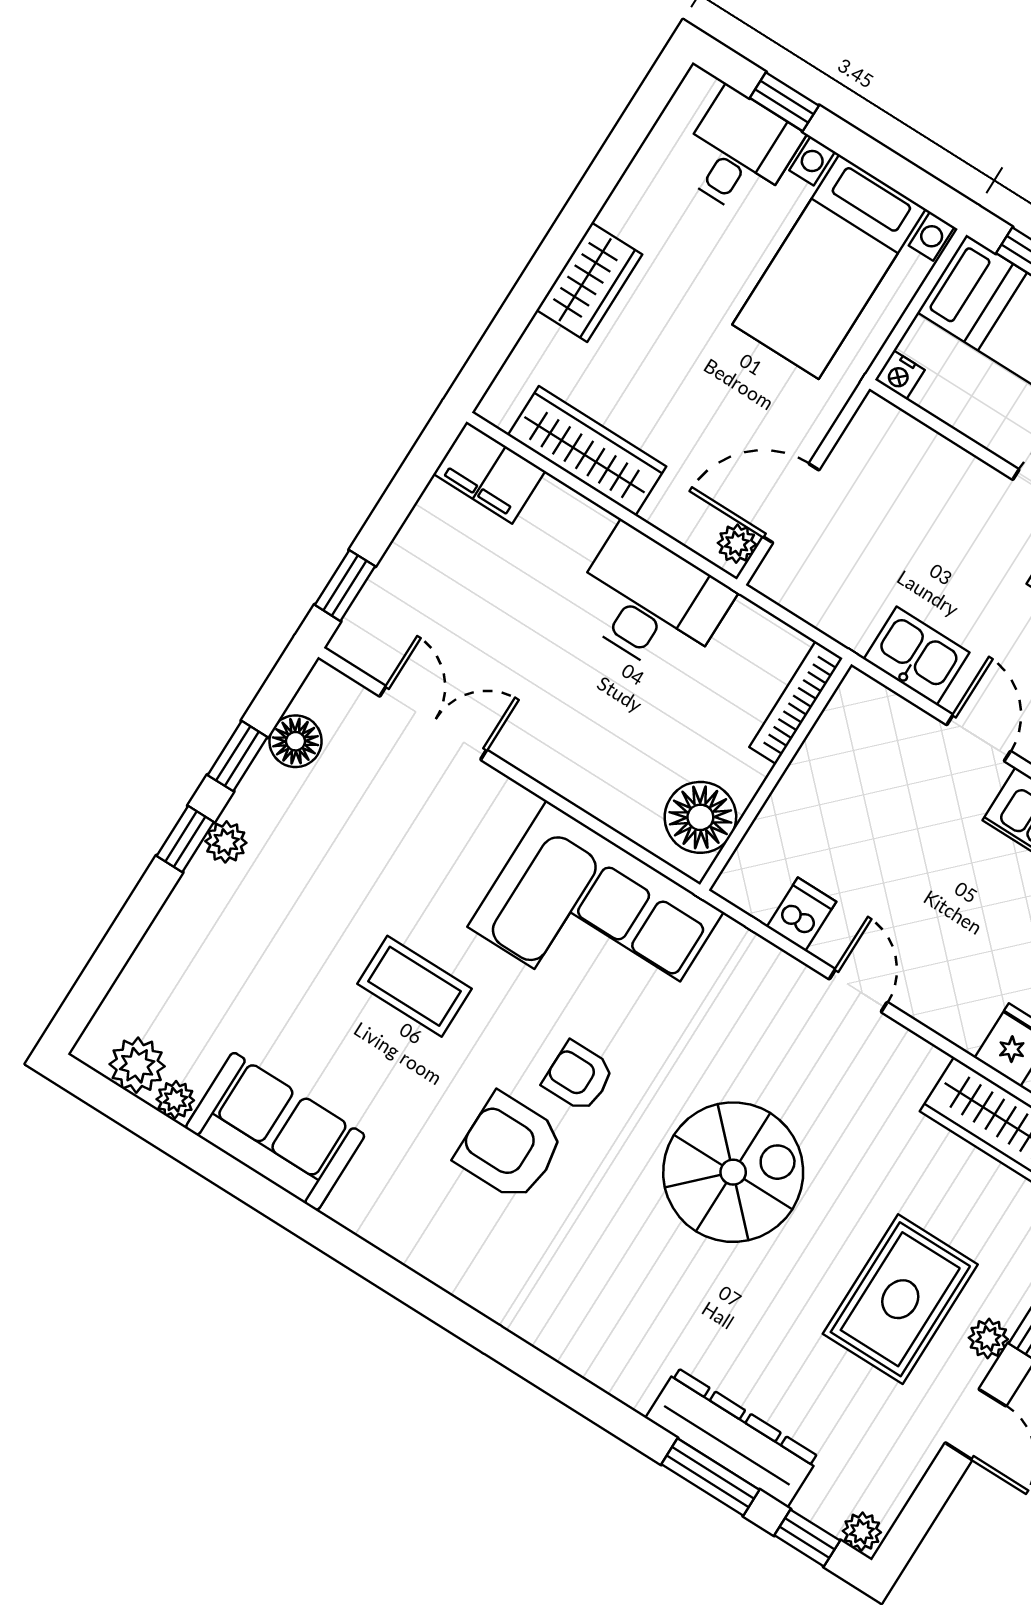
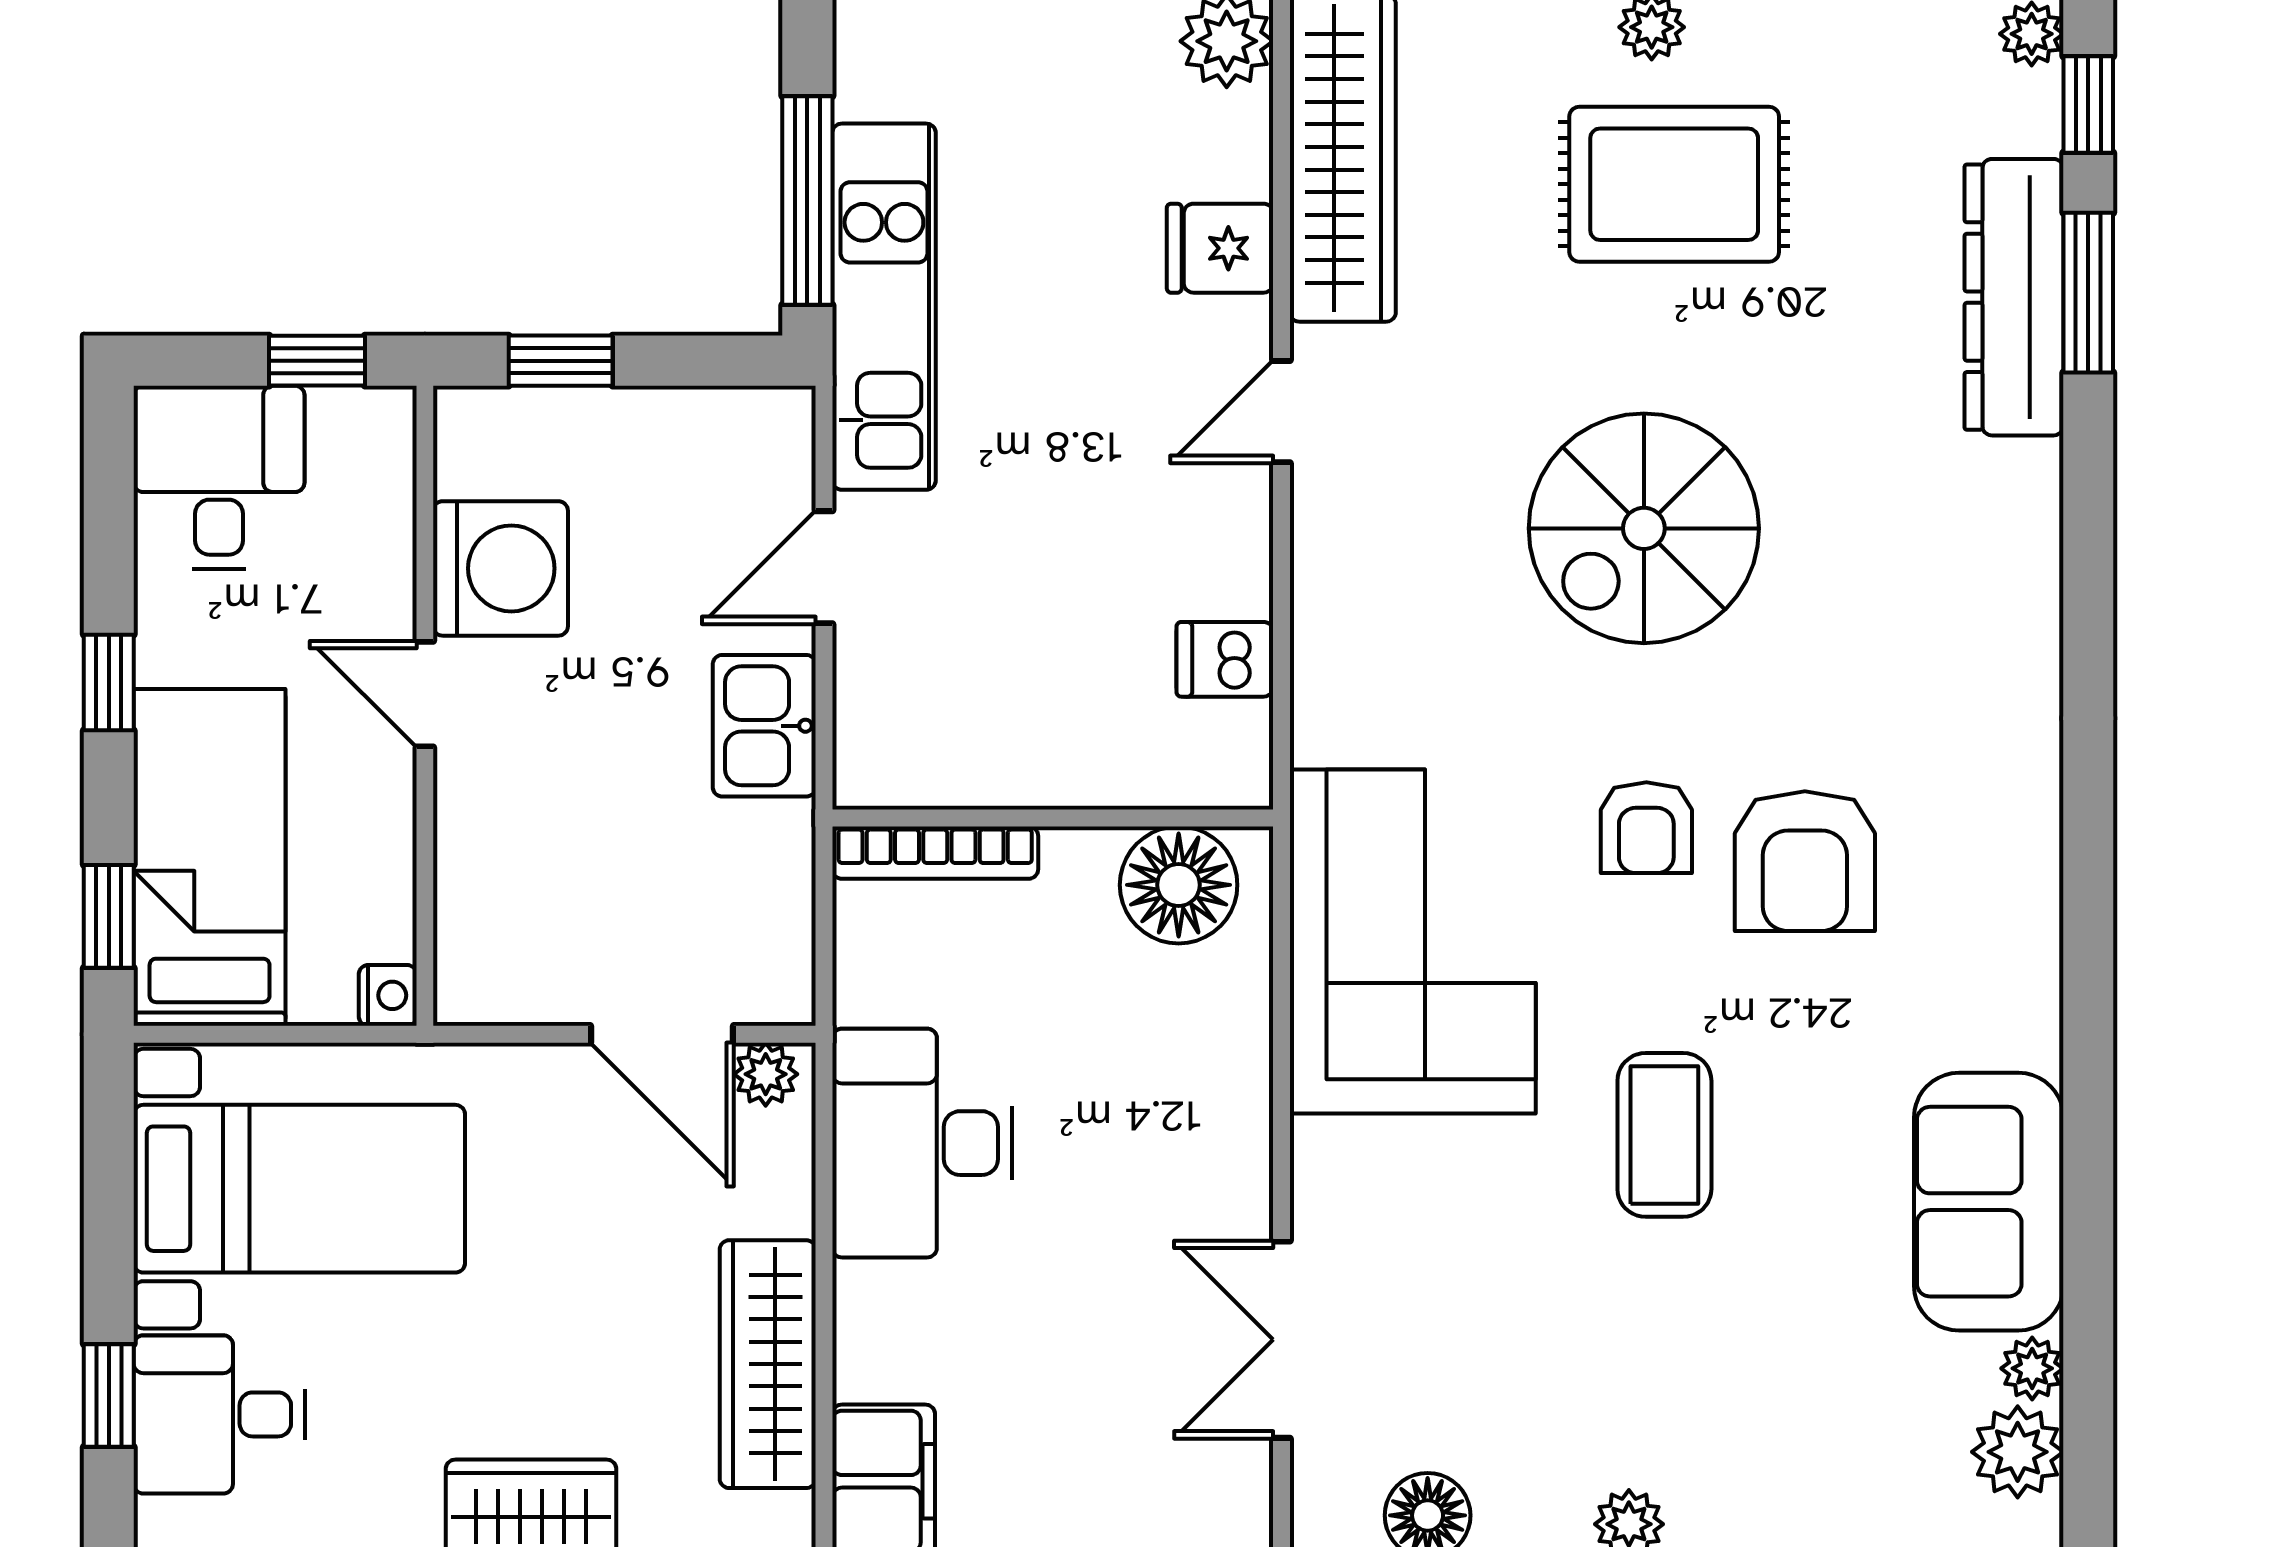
door: (858, 991) -> (1281, 412), moved
spiral stairs: (733, 1172) -> (1644, 528), turned -90

